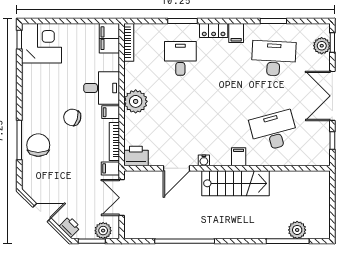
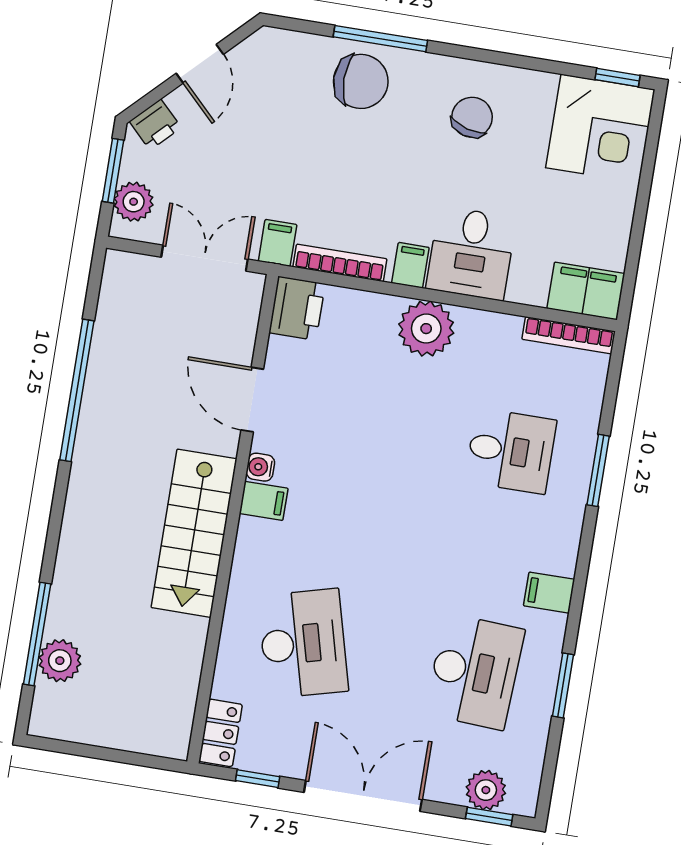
locker: (214, 30) -> (221, 733), moved, turned 180
chair: (72, 117) -> (472, 117), moved
filing cabinet: (239, 157) -> (264, 501), moved

